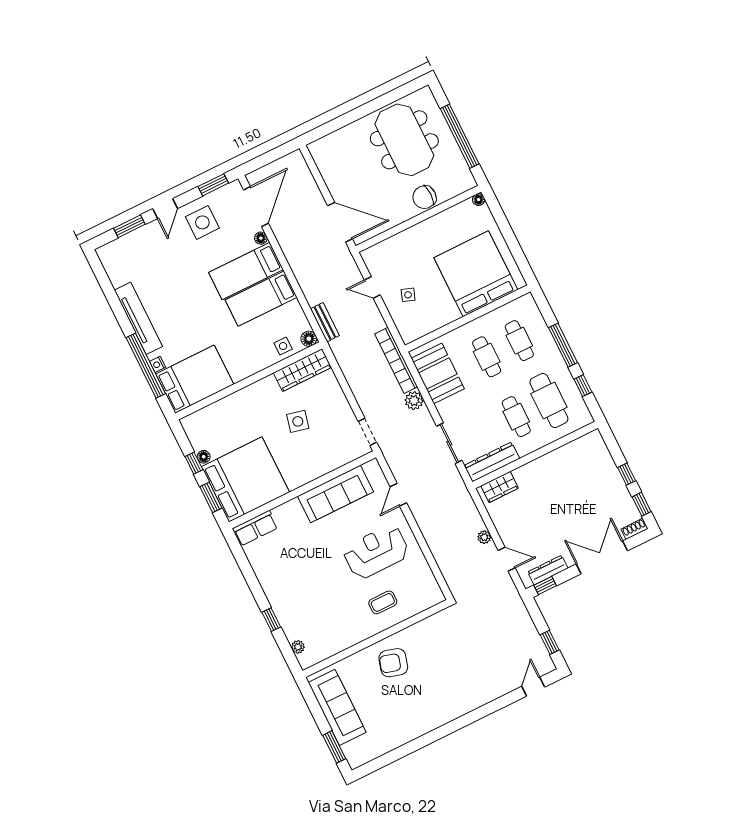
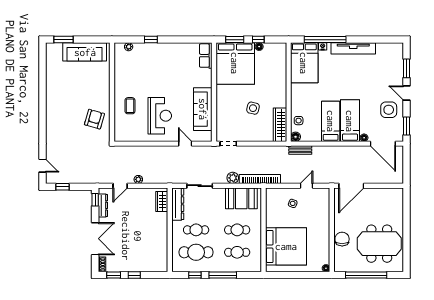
armchair: (393, 663) -> (94, 119), moved

